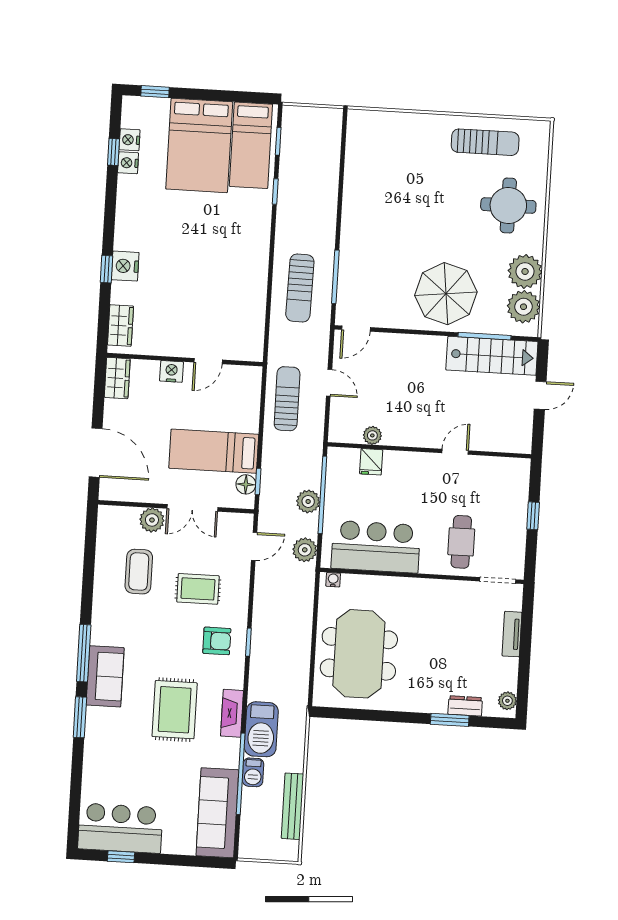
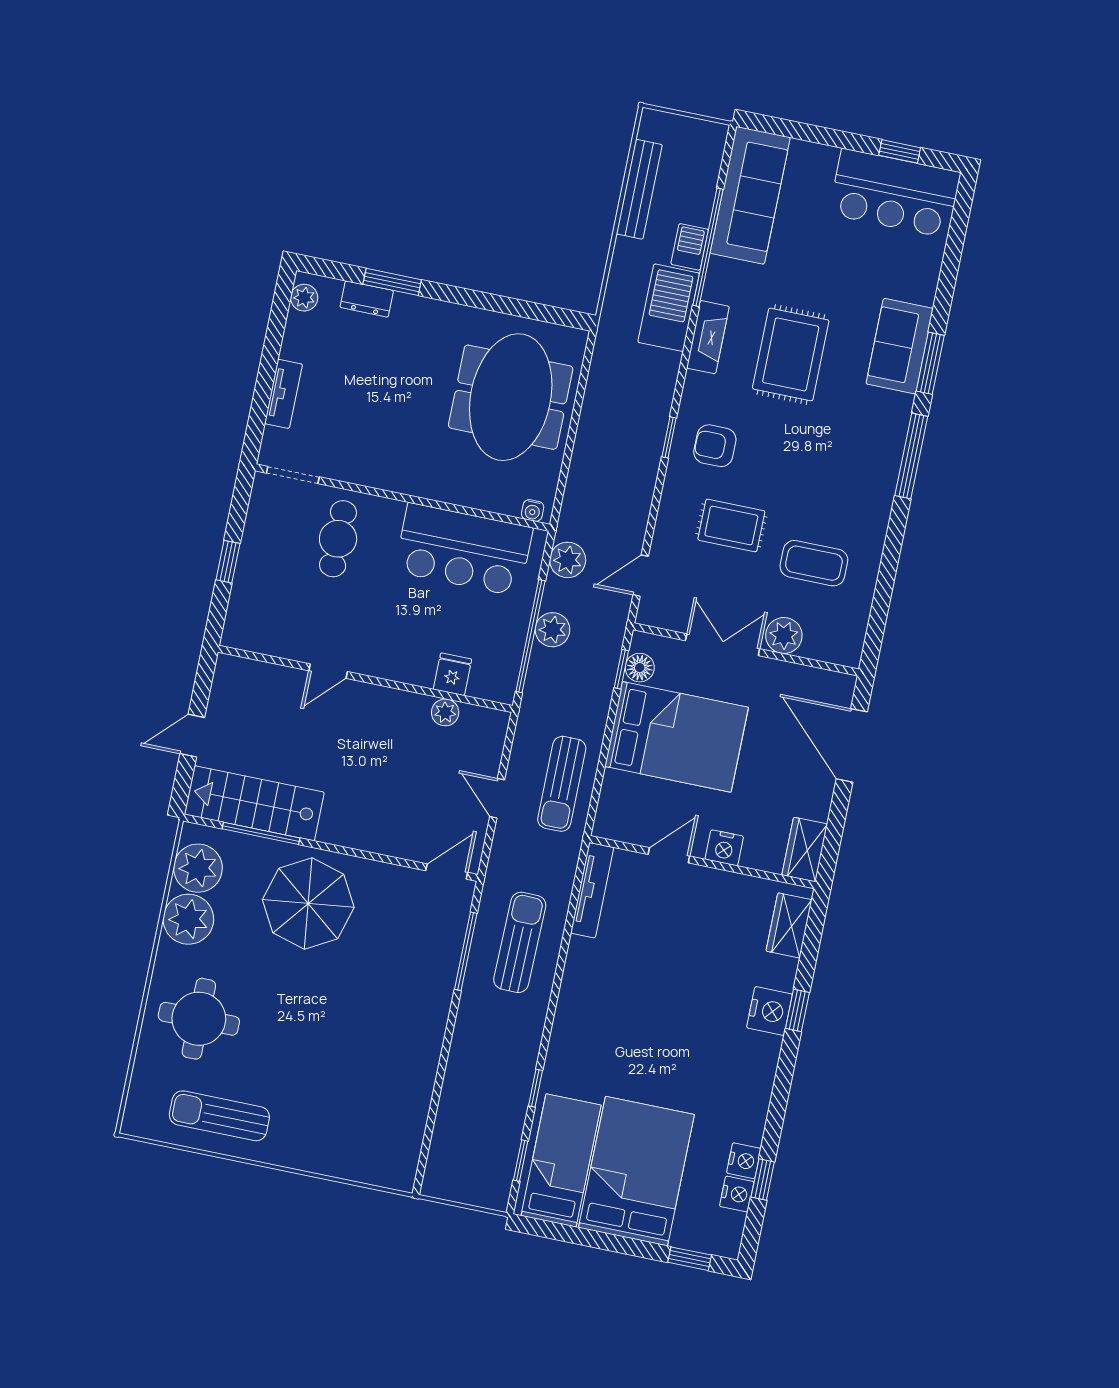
tv unit: (256, 330) -> (592, 890), added
bed: (214, 451) -> (677, 737), width x1.50
coffee table: (139, 572) -> (814, 563), turned 90
sofa: (105, 676) -> (900, 346), moved

